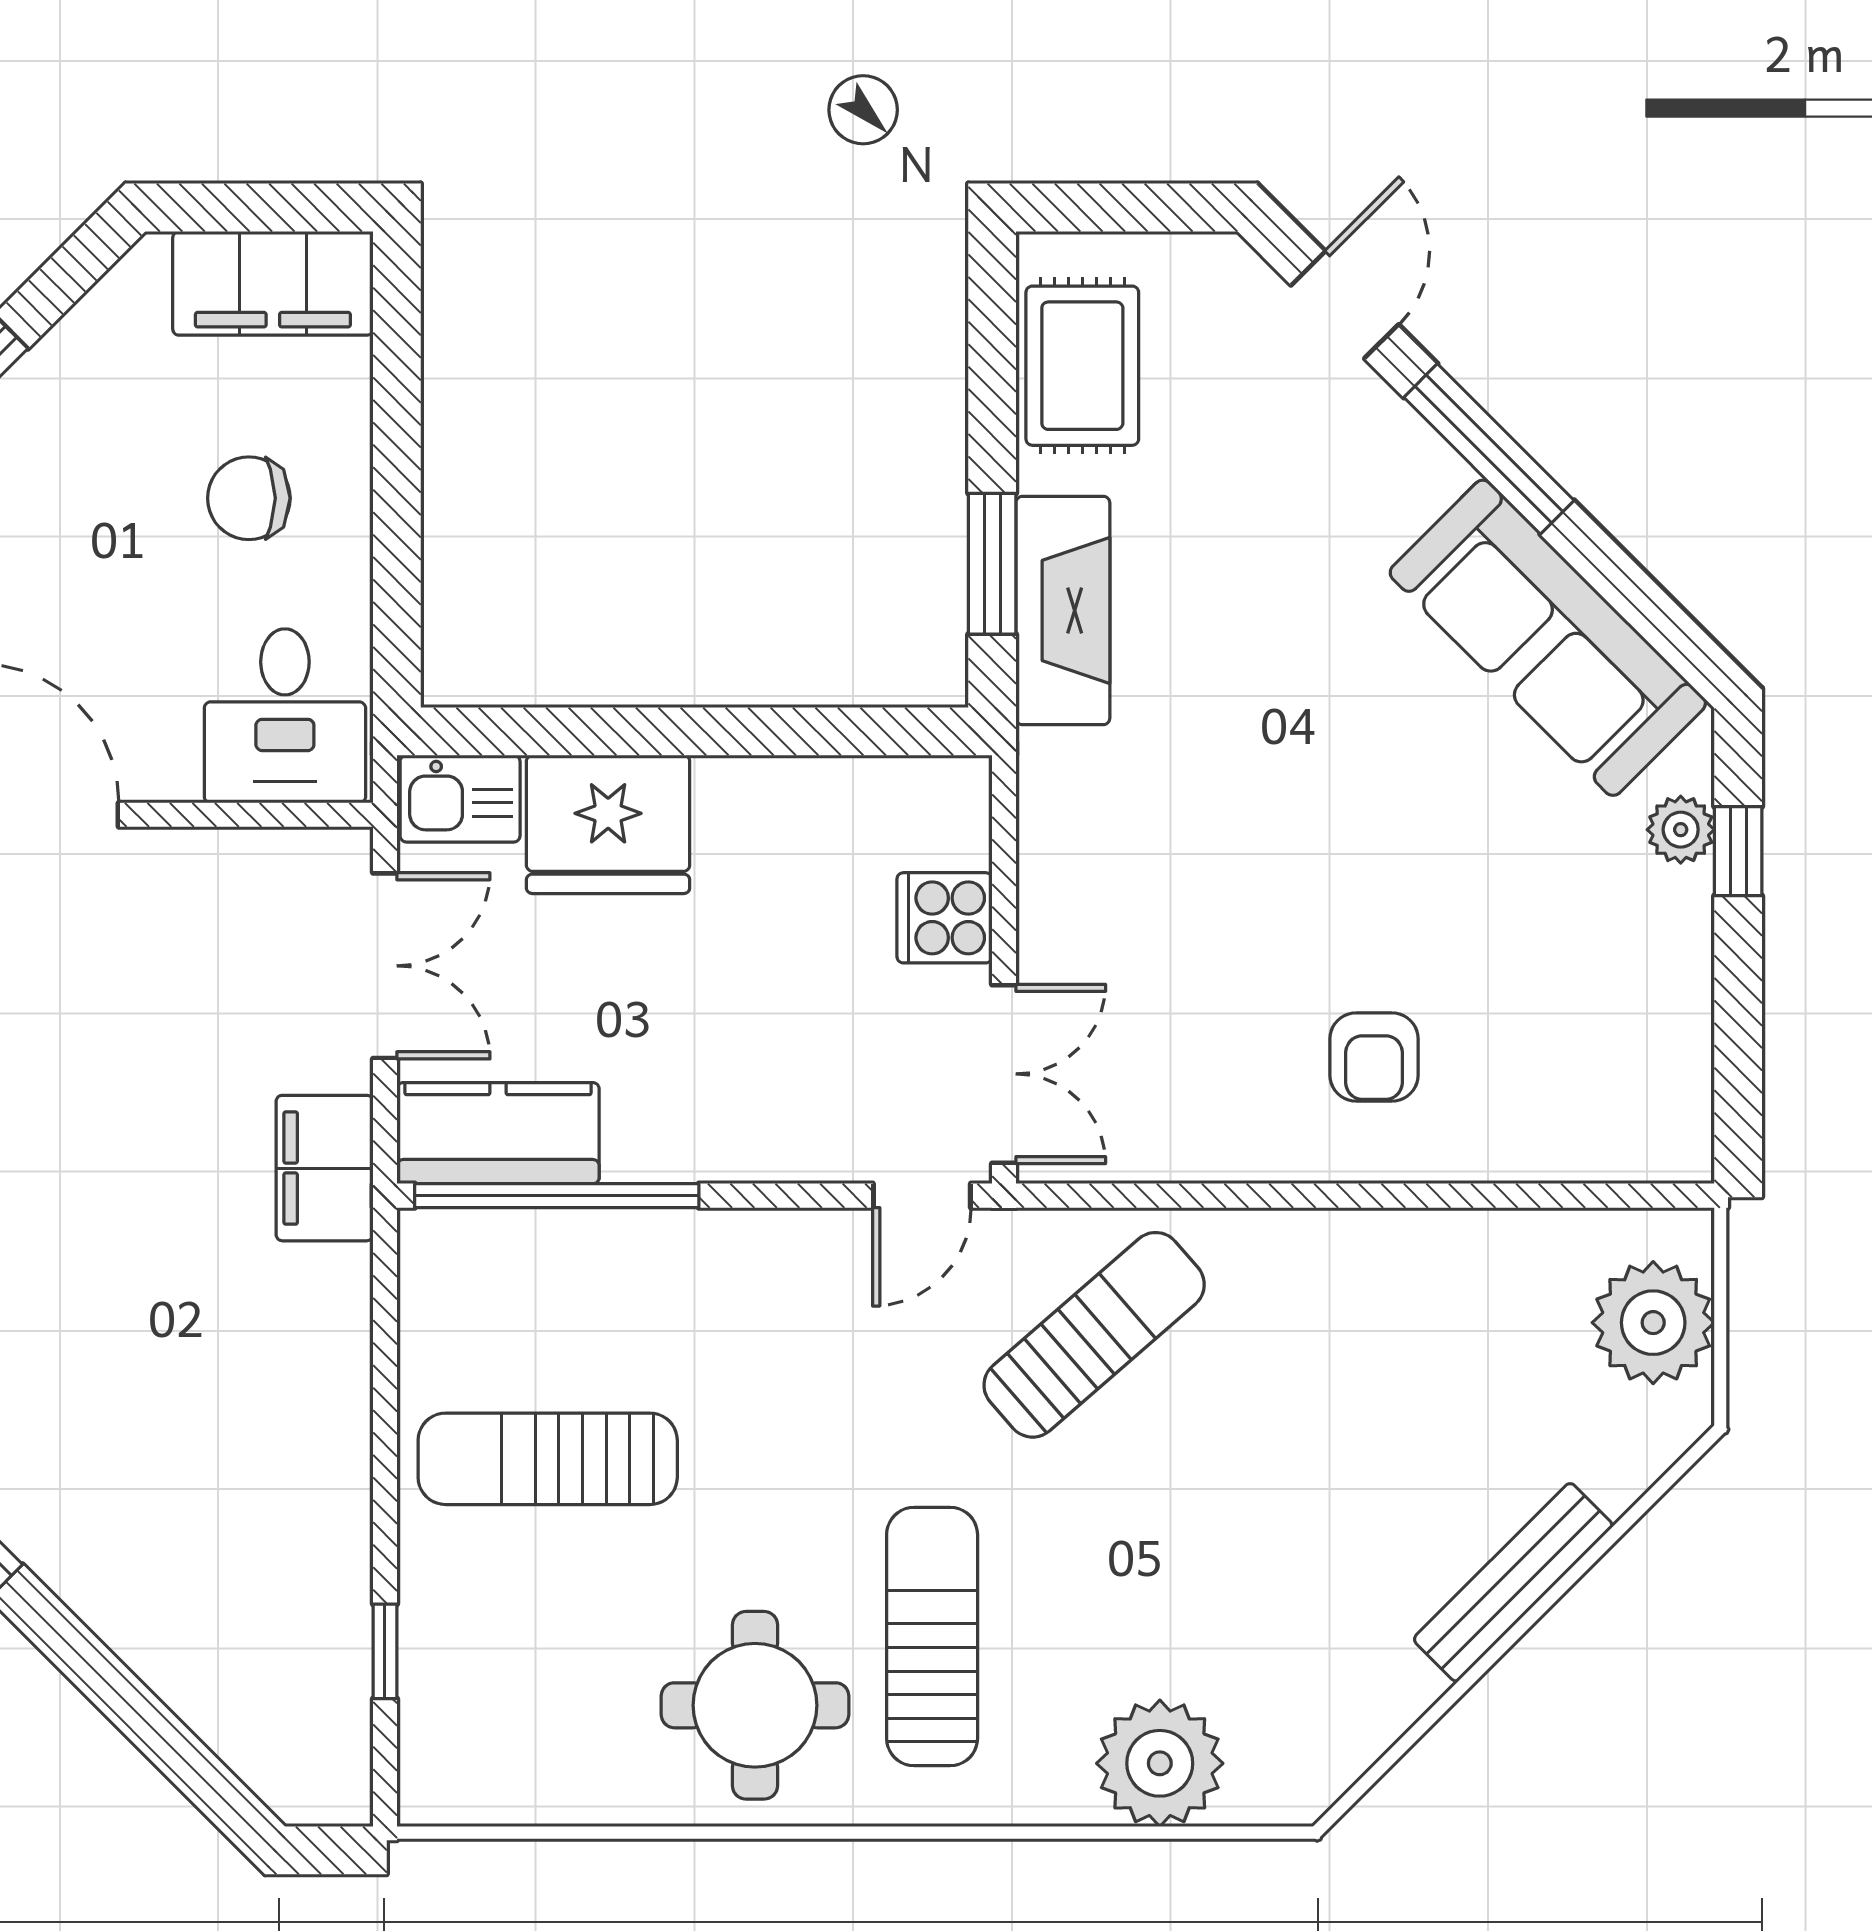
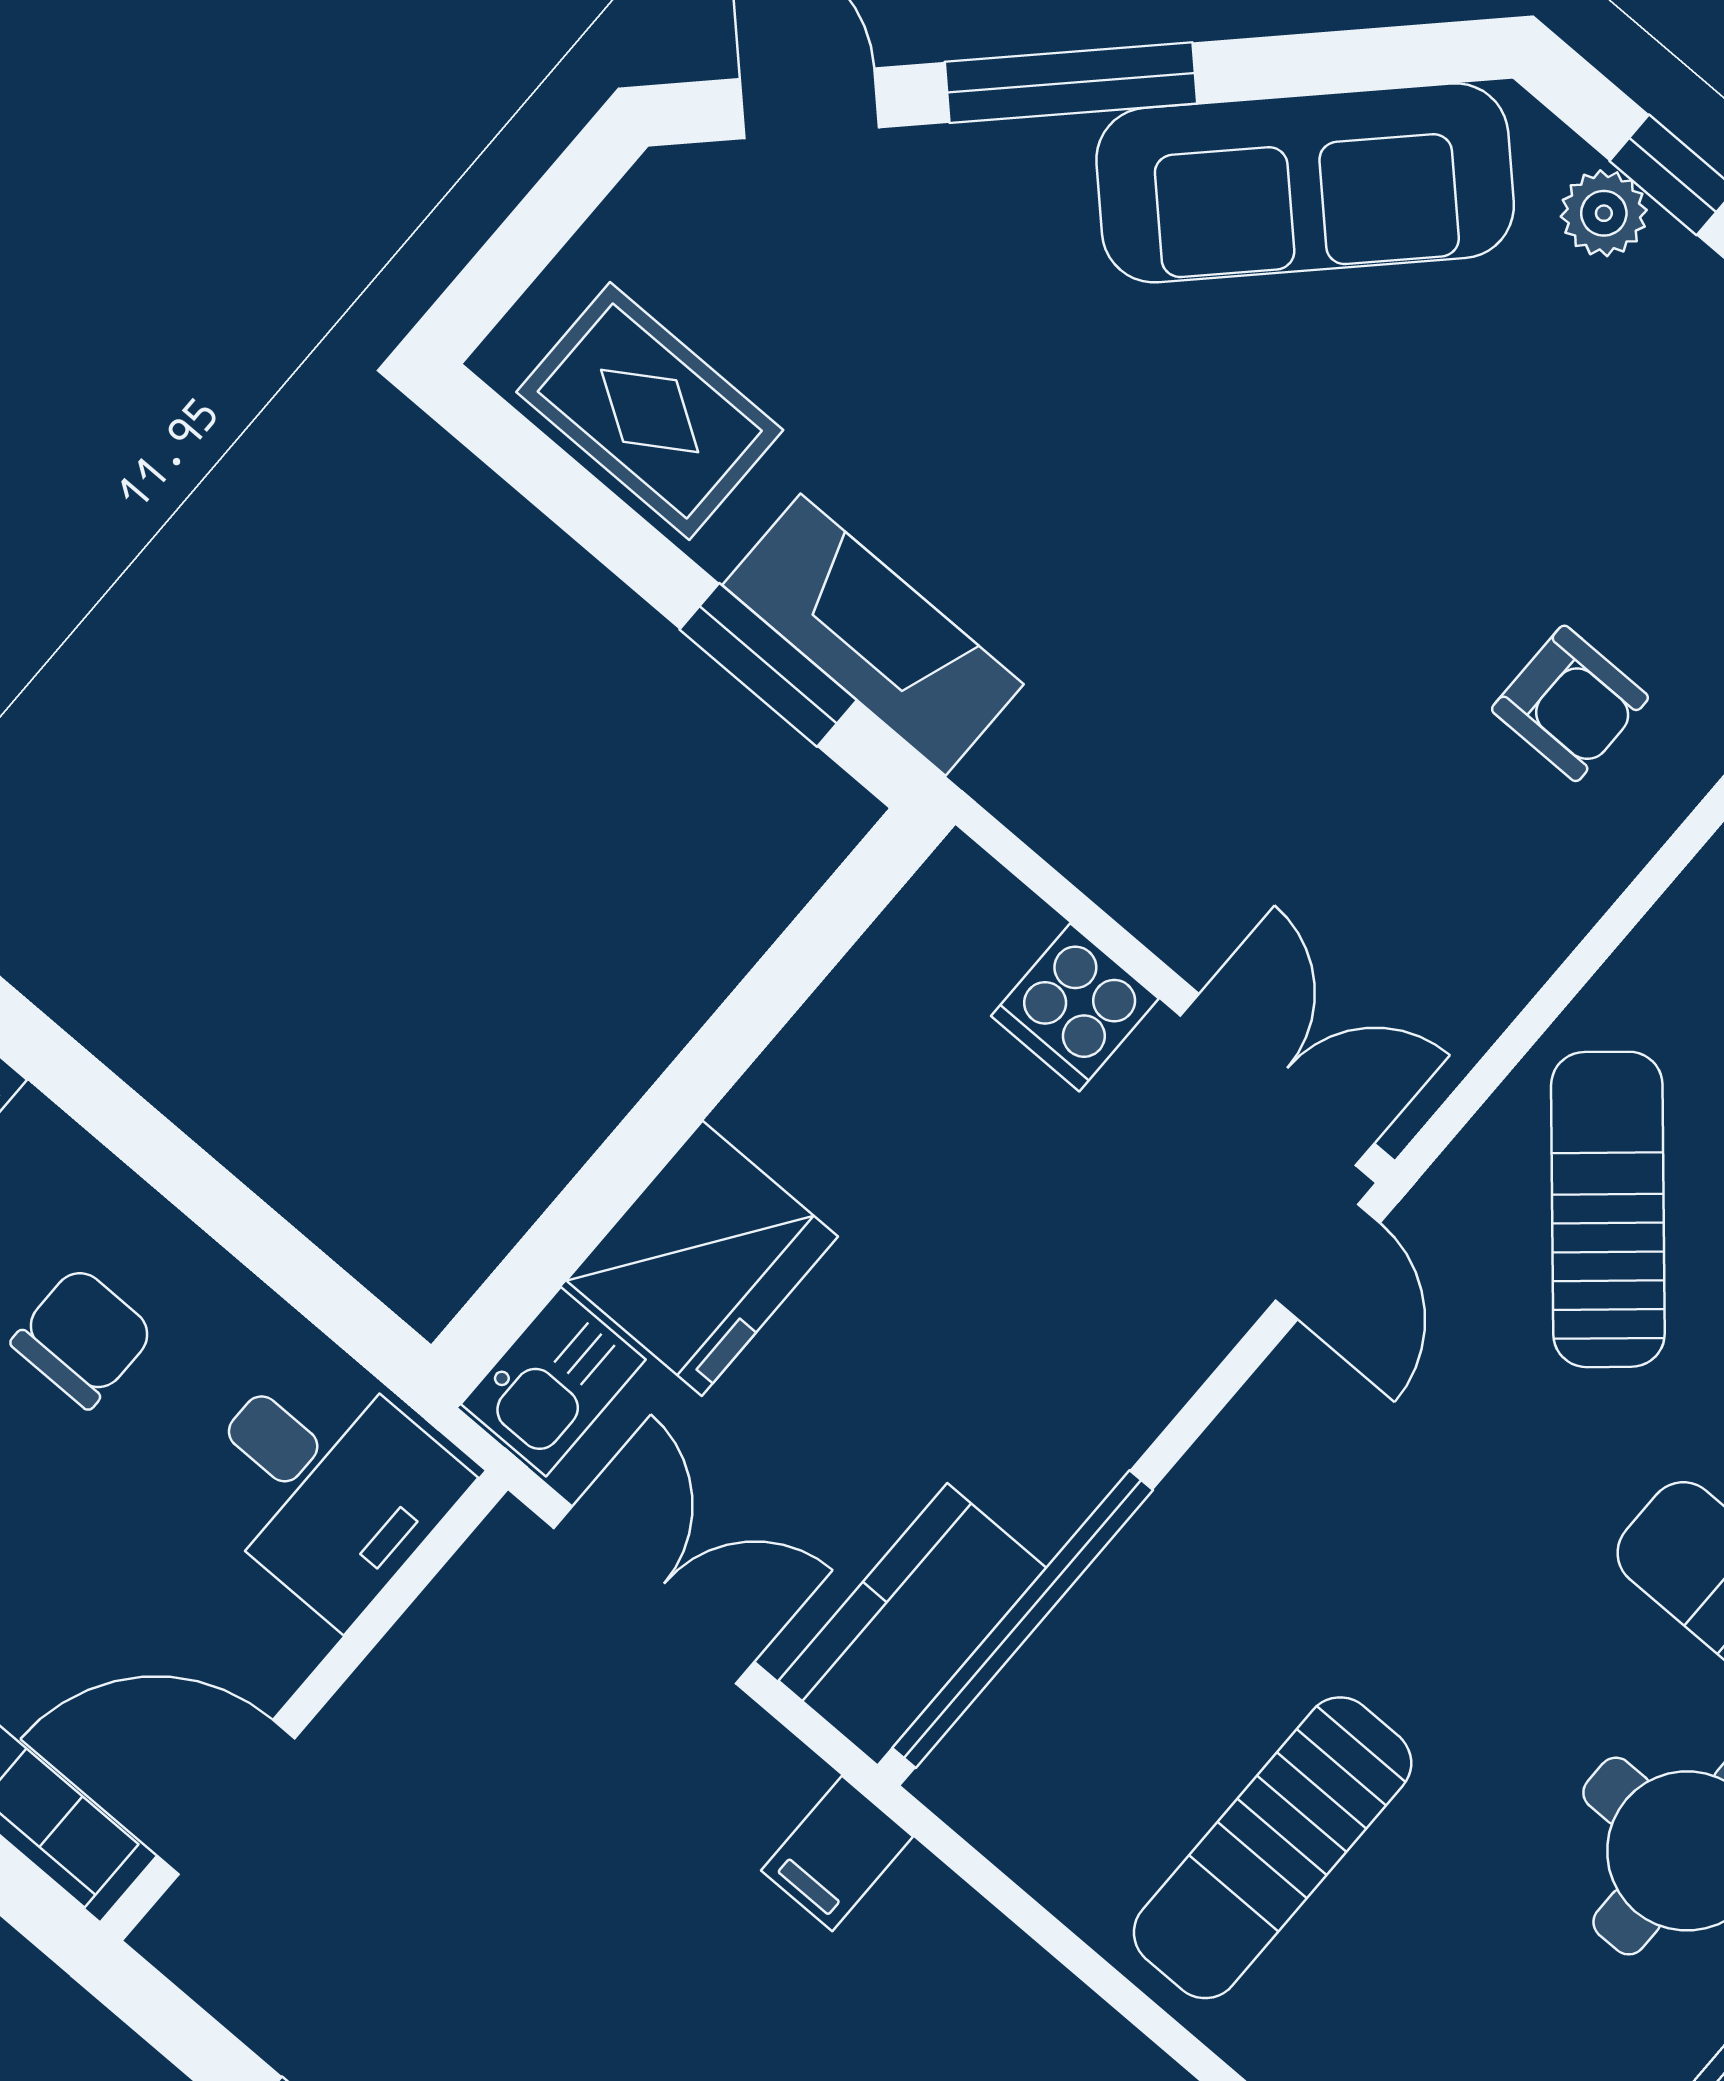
chair: (249, 498) -> (83, 1337), turned 180
filing cabinet: (325, 1168) -> (837, 1854), width x0.50

